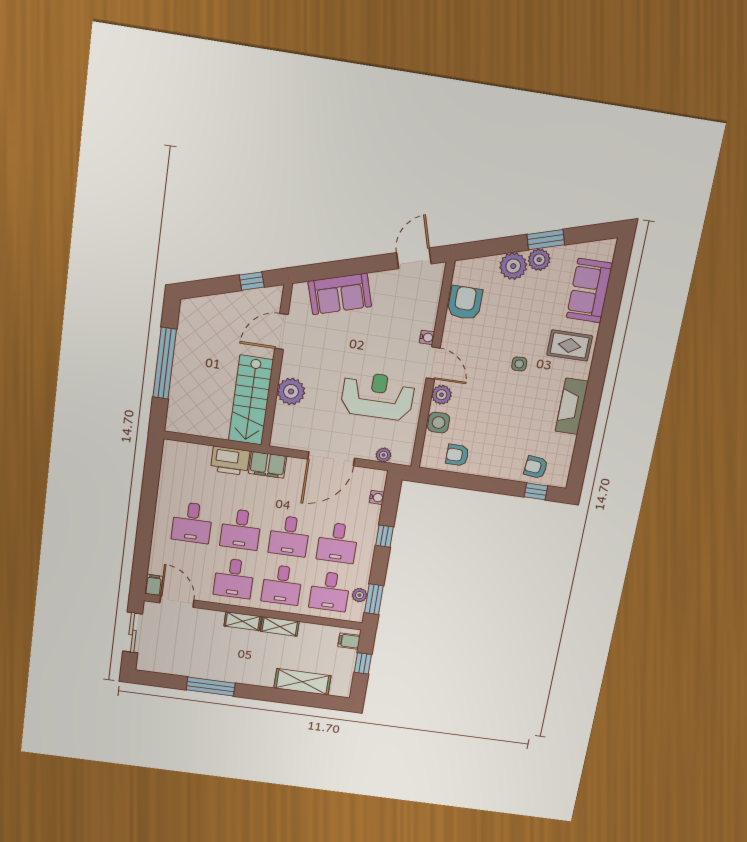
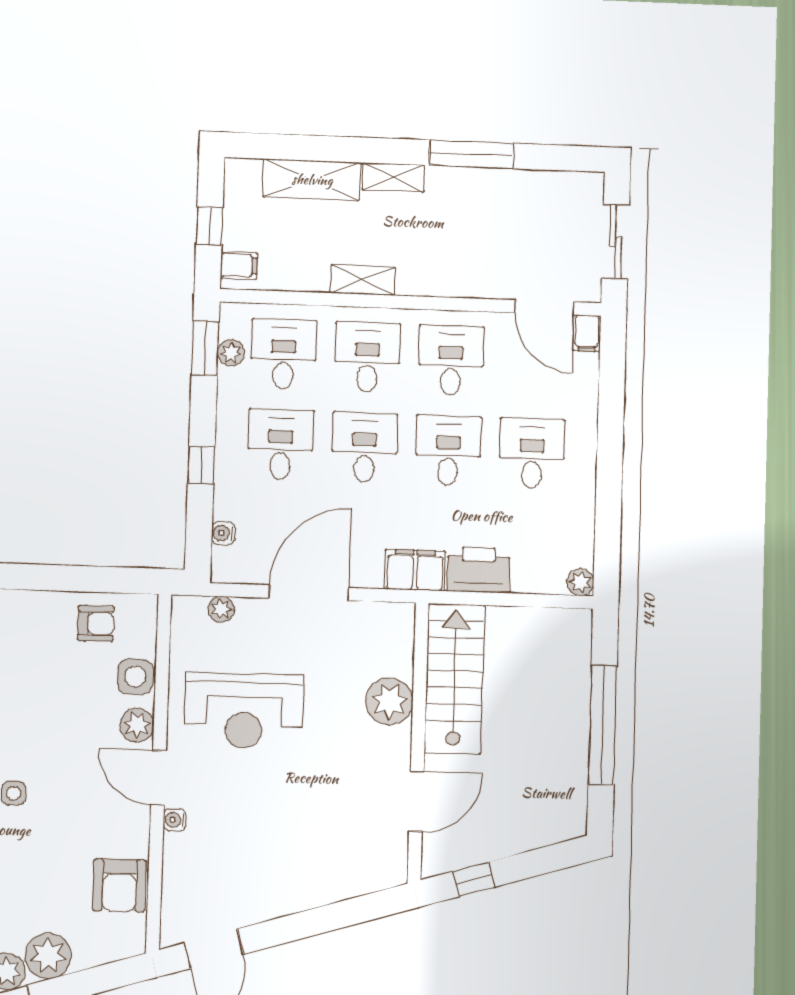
sofa: (340, 294) -> (328, 875), removed
plant: (170, 447) -> (580, 582), added
shelving: (243, 621) -> (393, 178), moved

